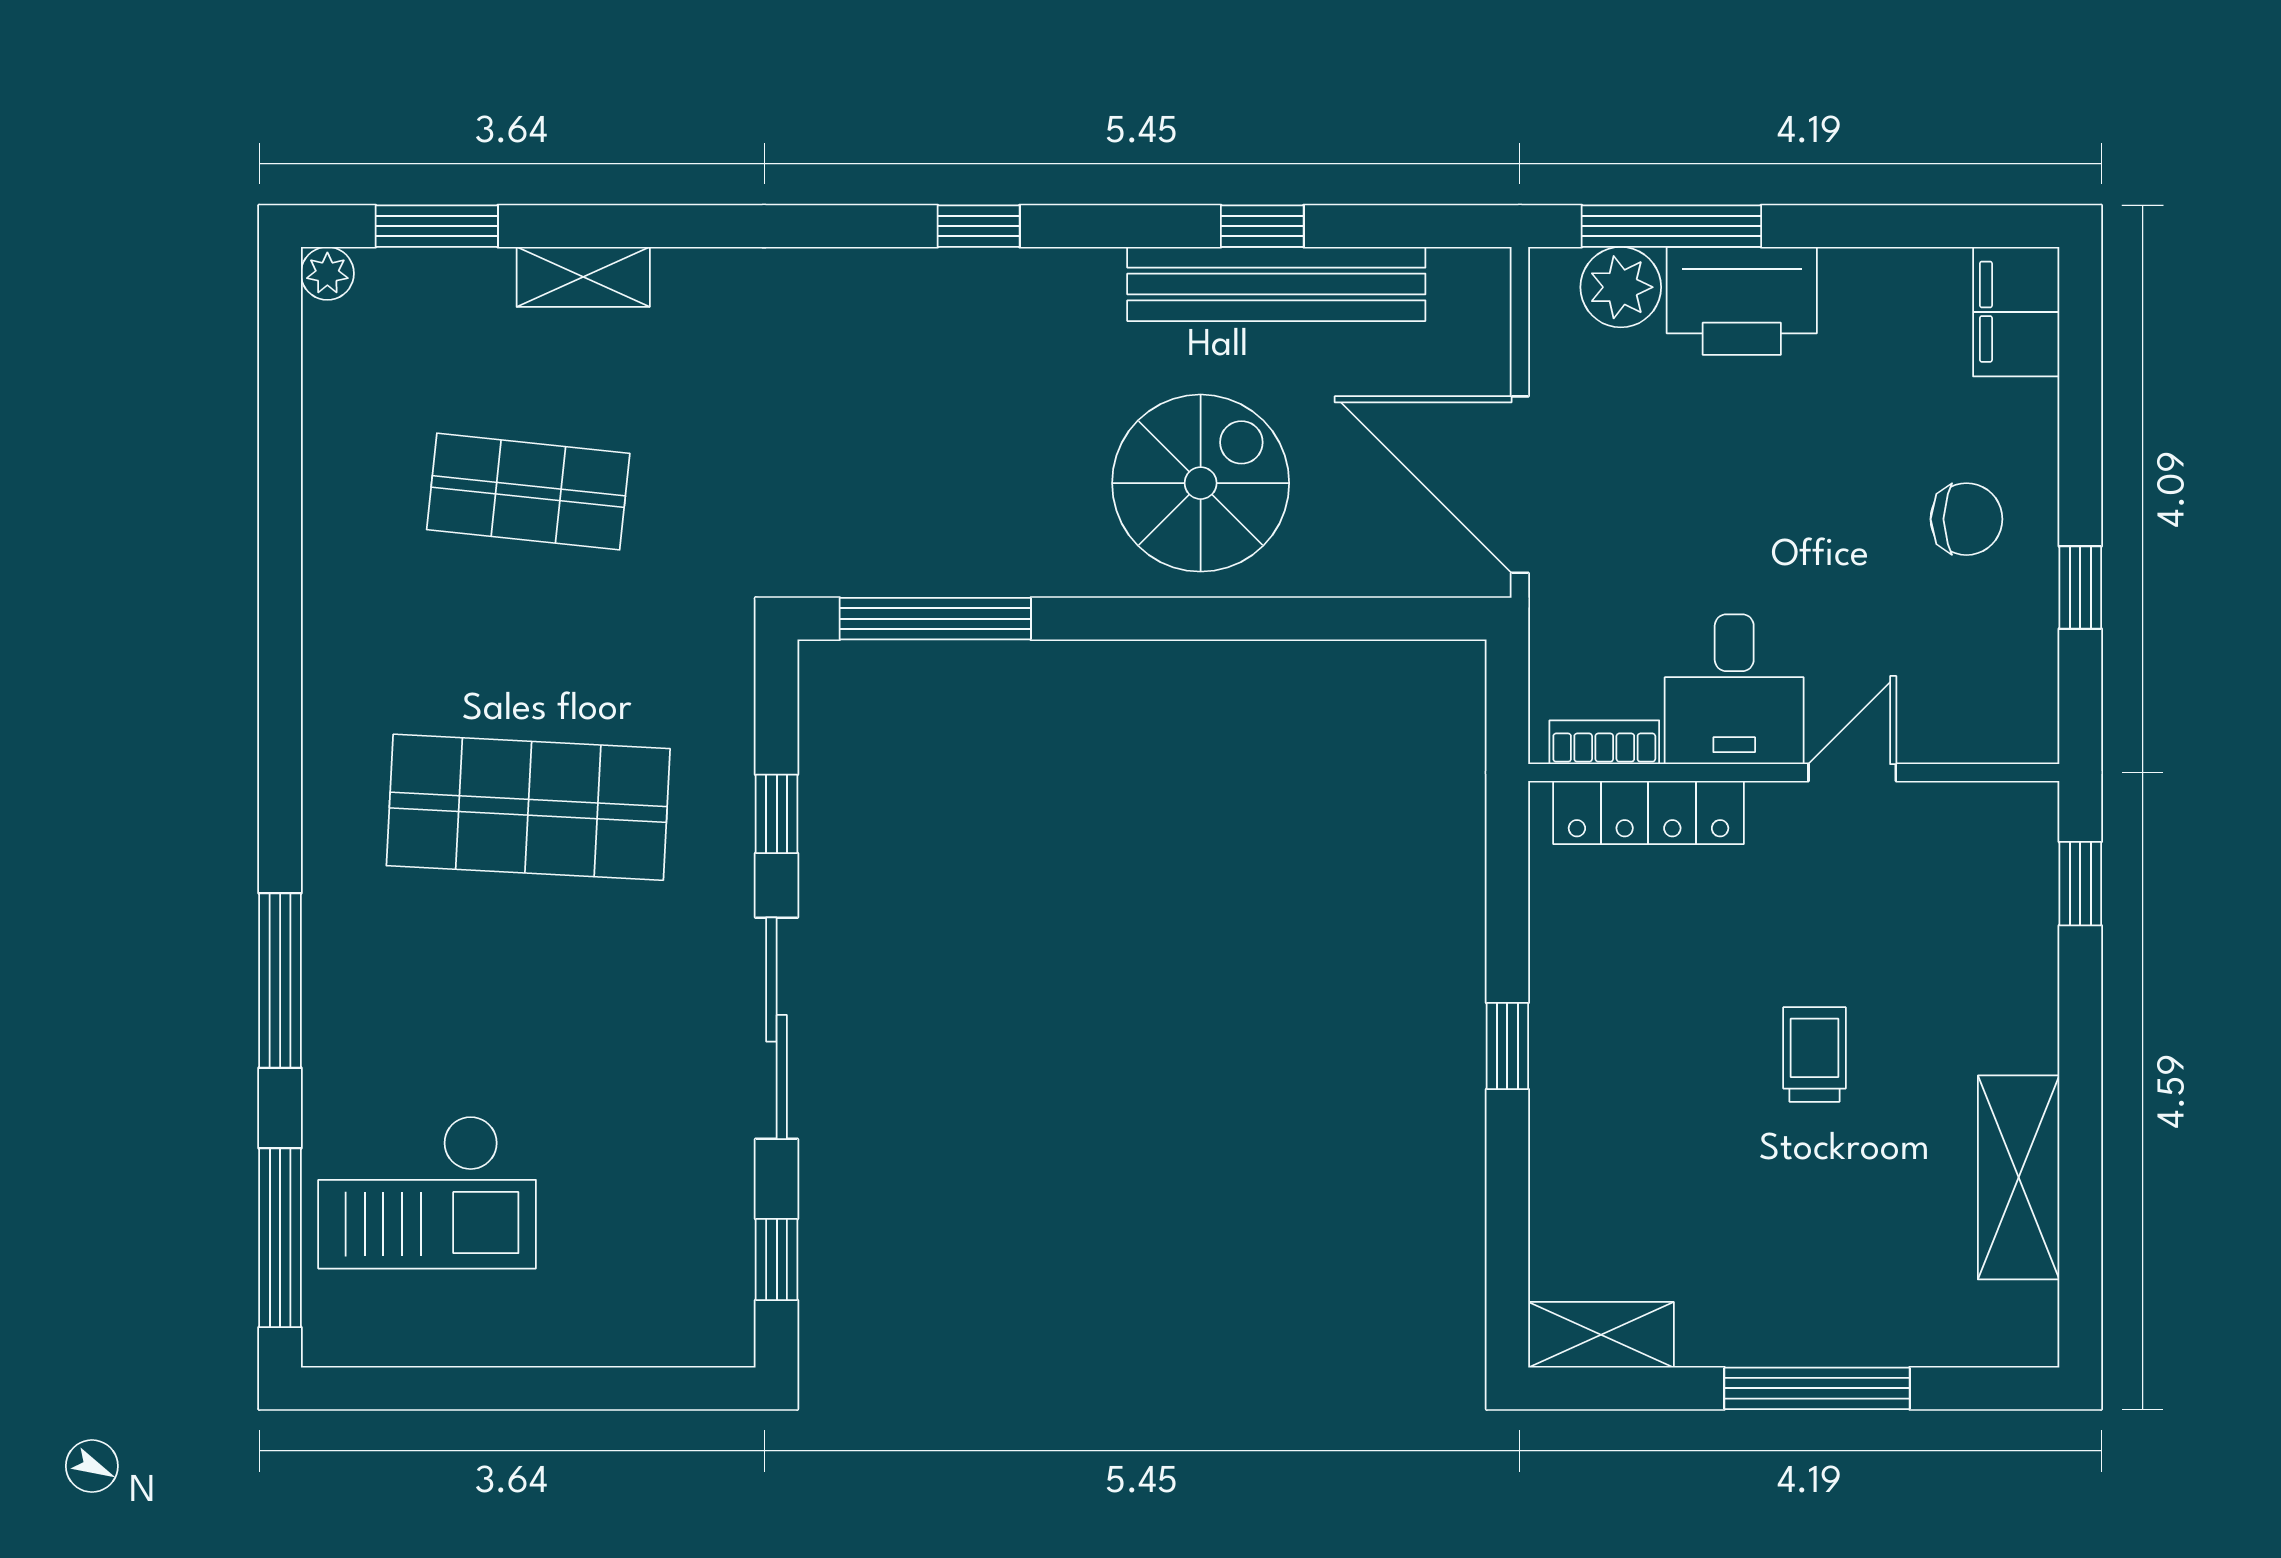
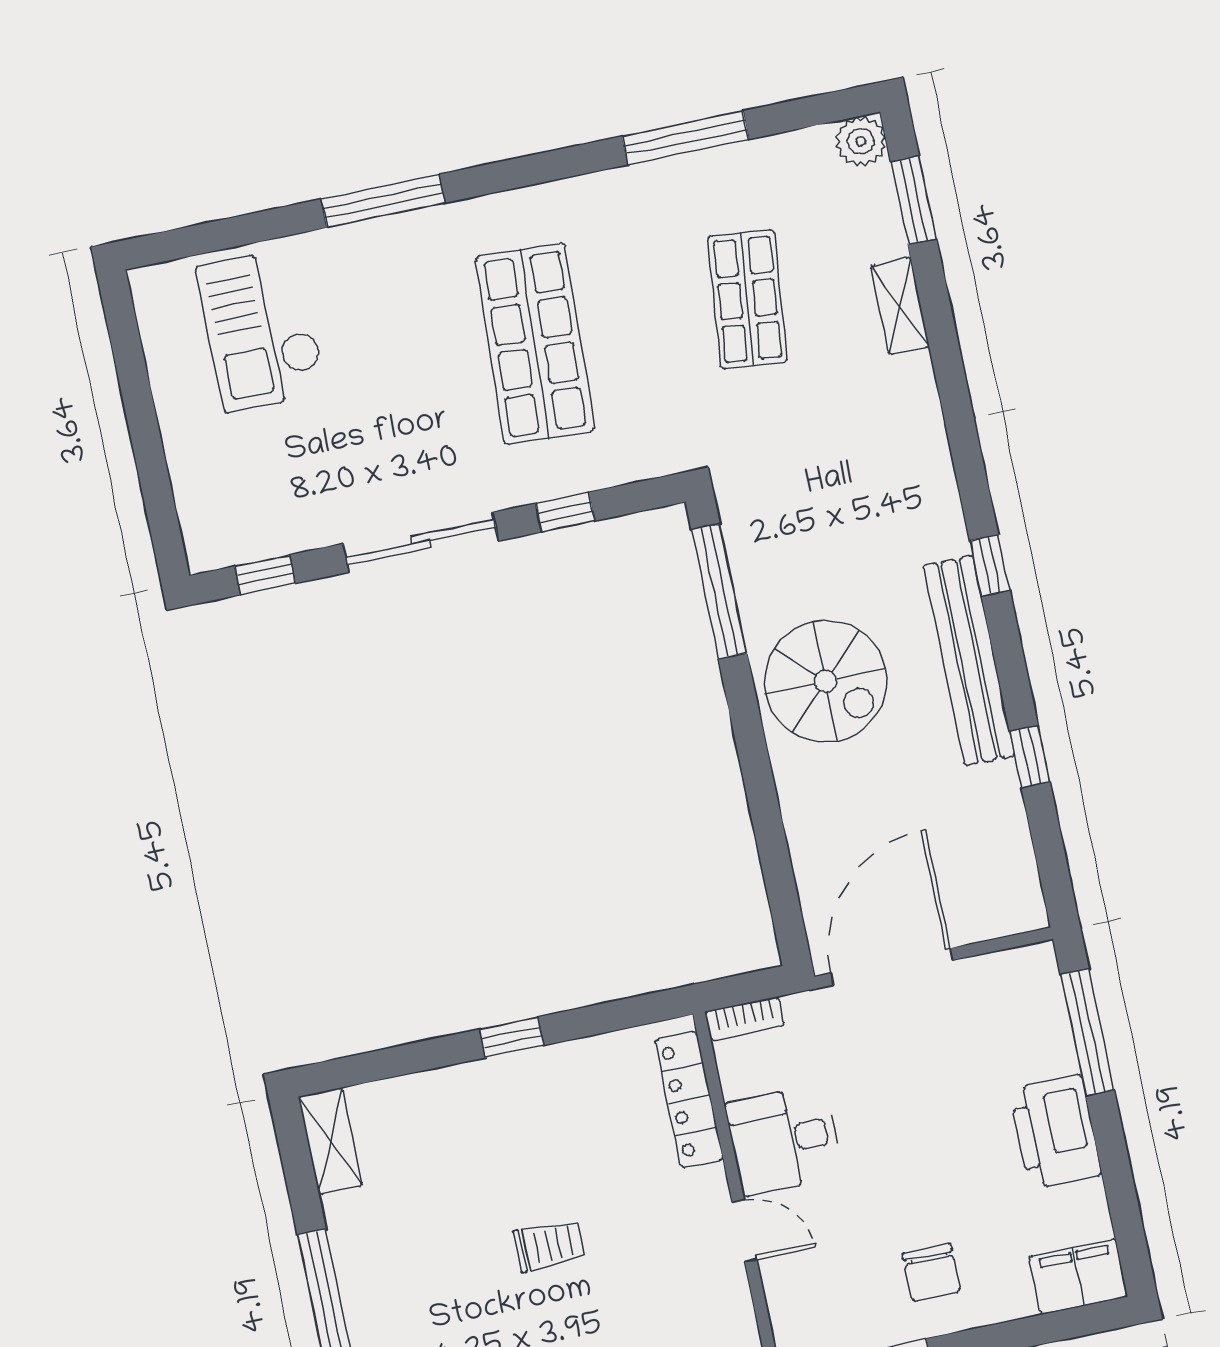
plant: (327, 273) -> (861, 141), width x1.38, depth x1.38
bench: (1276, 284) -> (969, 661), moved
plant: (1621, 287) -> (1039, 1007), removed
printer: (1742, 301) -> (1056, 1132), moved
spiral stairs: (1201, 483) -> (826, 681), moved
bookcase: (1604, 742) -> (745, 1019), moved, turned 90
window: (280, 1238) -> (685, 138), moved

